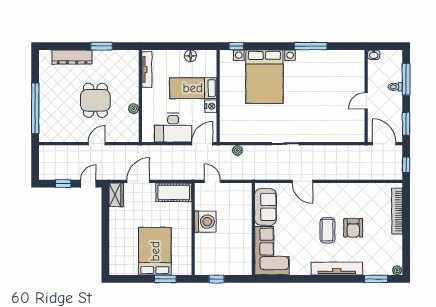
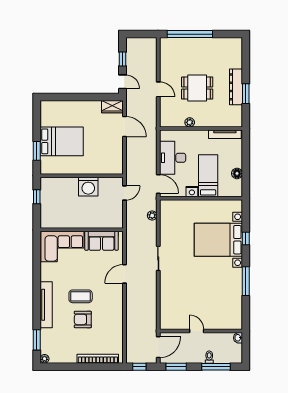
window: (236, 46) -> (246, 239), moved
dresser: (72, 57) -> (236, 87), moved
cot: (174, 192) -> (115, 158), removed

